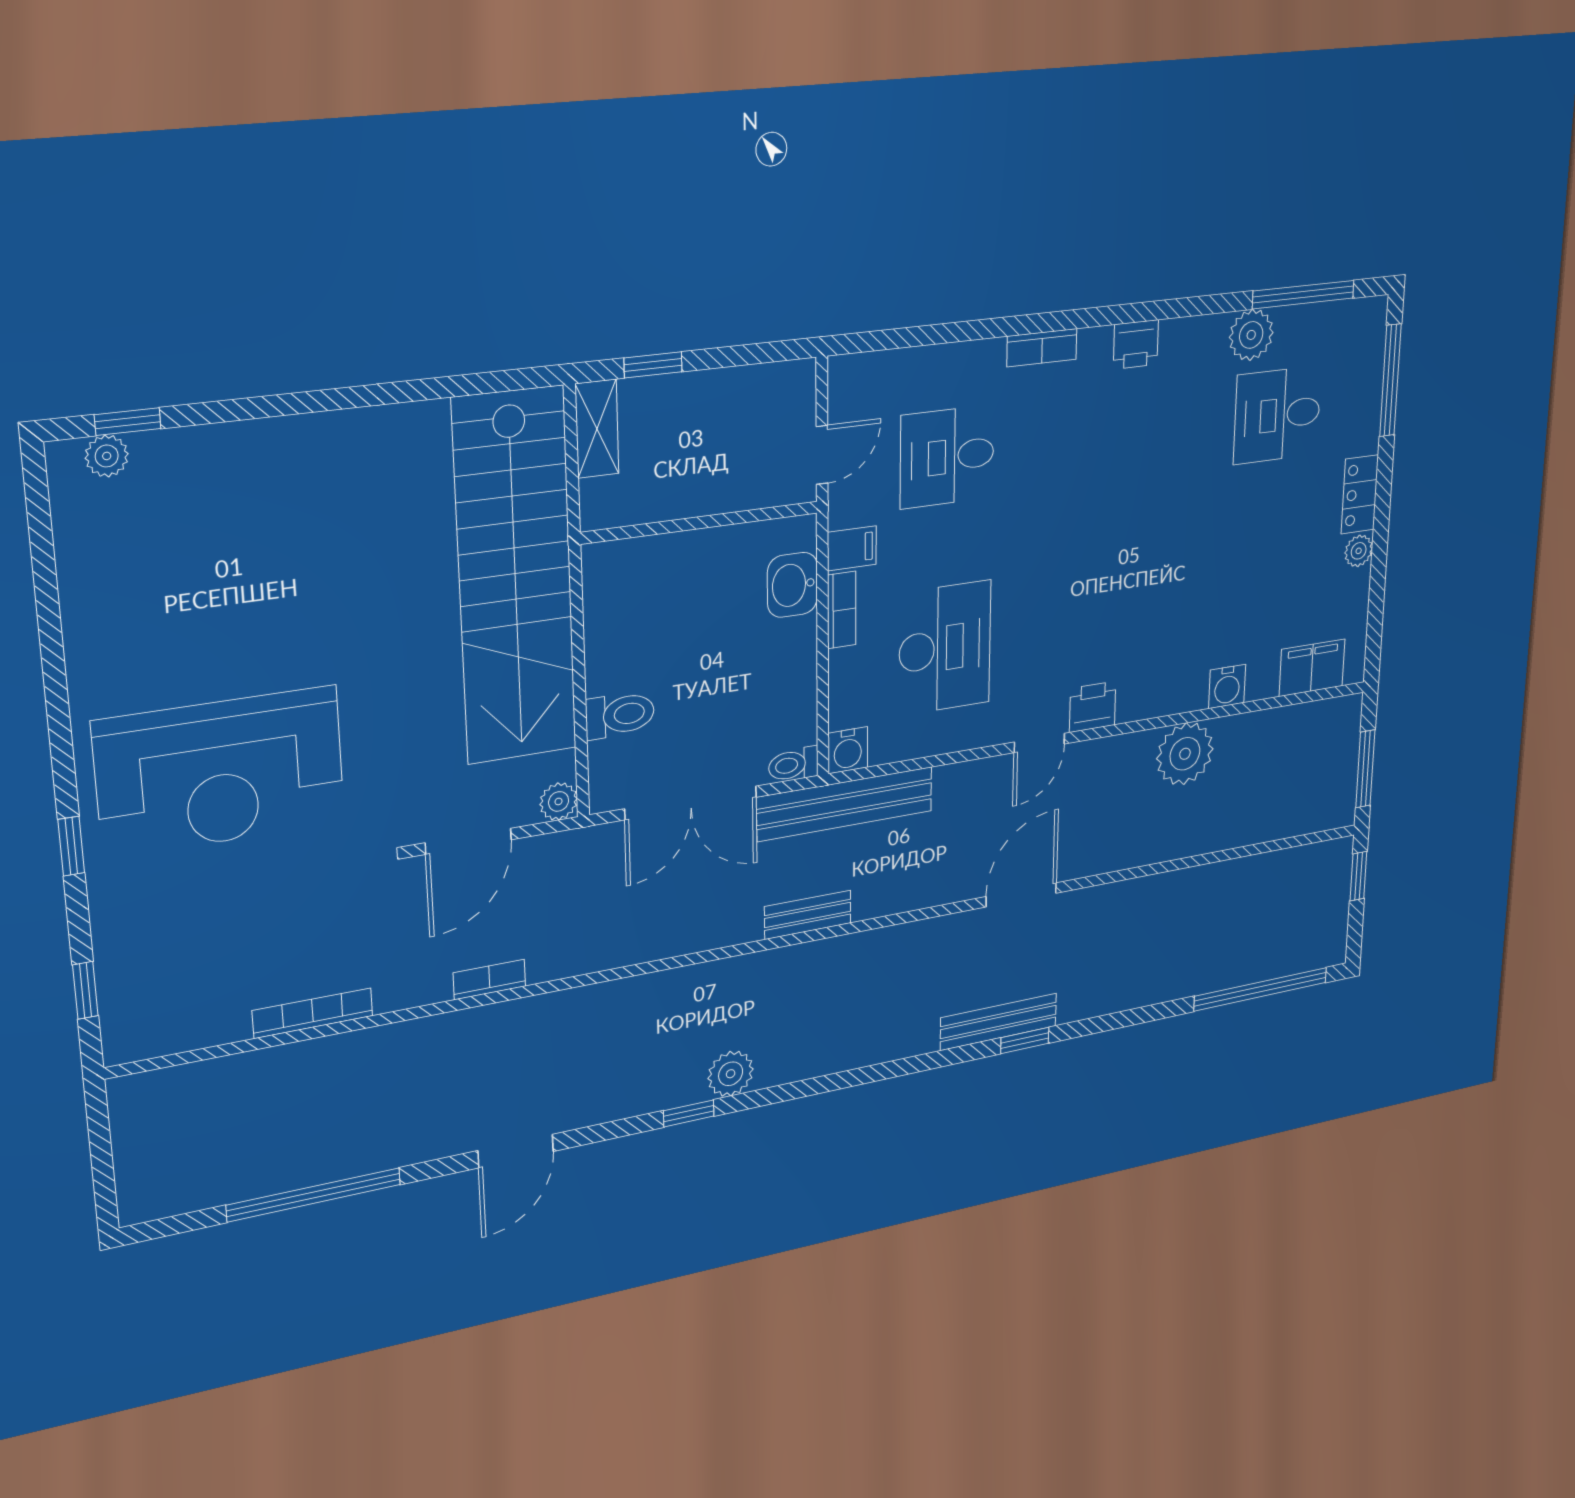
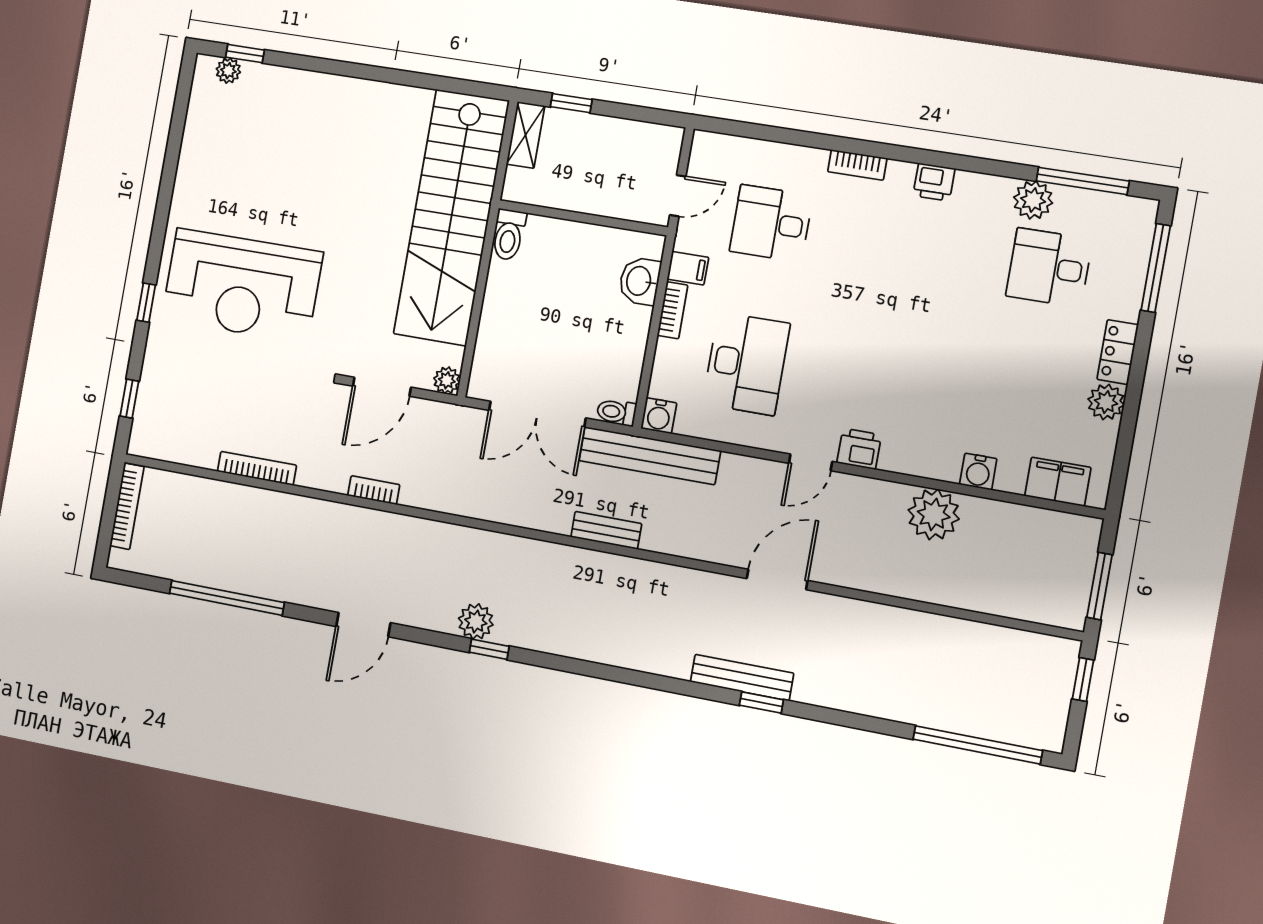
plant: (1359, 551) -> (1106, 402), width x1.38, depth x1.38
toilet: (620, 715) -> (509, 235), moved, turned 90
plant: (731, 1074) -> (476, 622), moved
bookcase: (127, 1136) -> (127, 506), added

